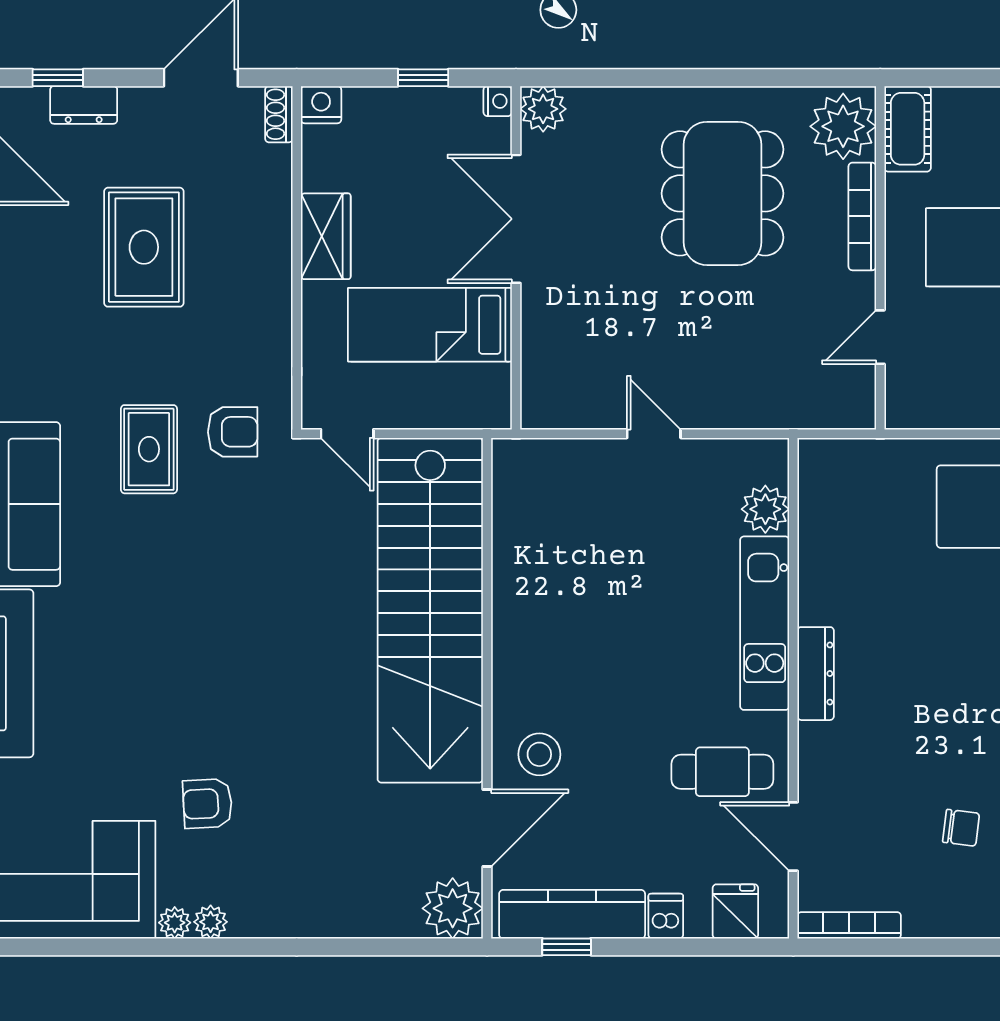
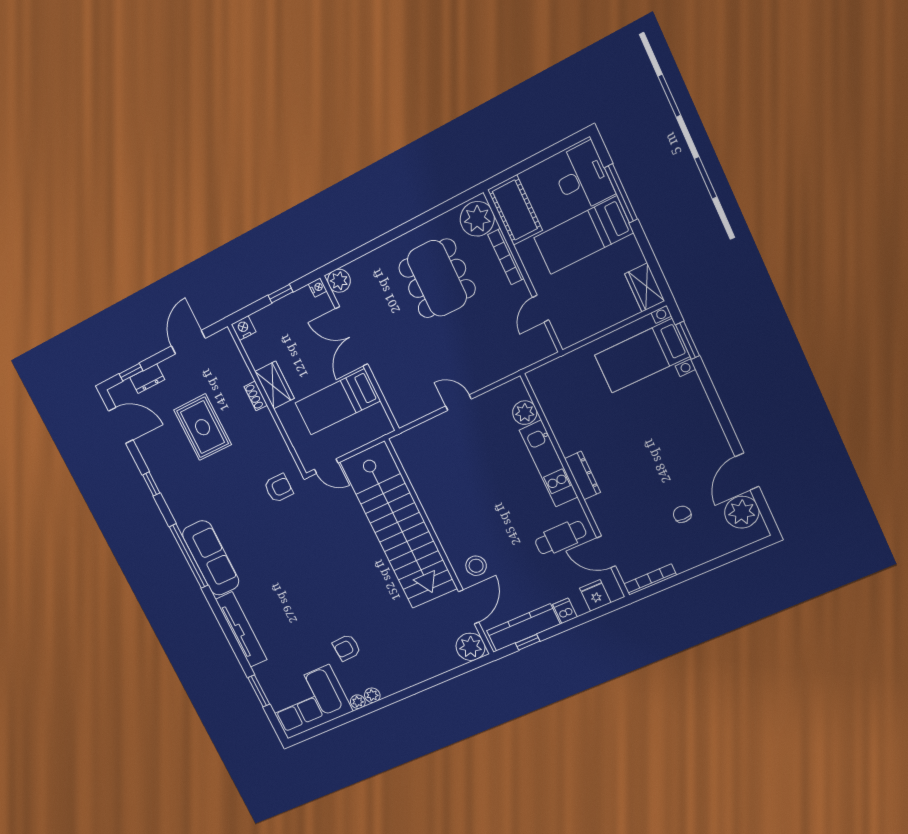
shoe rack: (279, 114) -> (256, 396), moved
cot: (908, 129) -> (515, 210), width x1.37, depth x1.34
rug: (149, 449) -> (248, 512), removed
chair: (961, 828) -> (682, 514), turned -97

